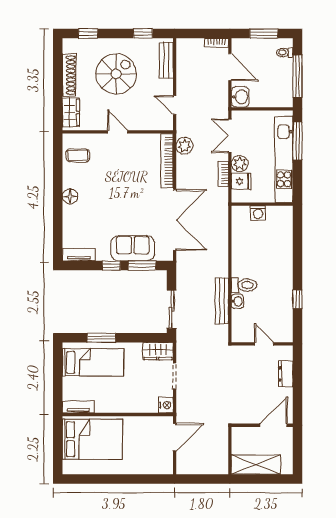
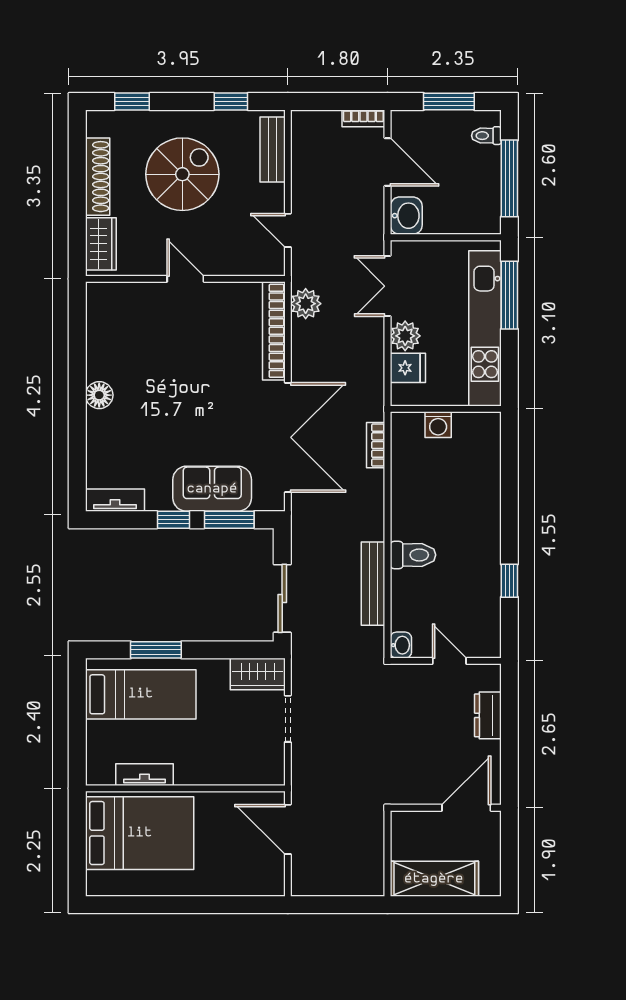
coffee table: (78, 155) -> (113, 321), removed
bookcase: (223, 174) -> (376, 445), moved
washbasin: (237, 301) -> (401, 645), moved
nightstand: (166, 405) -> (272, 771), removed
tv unit: (78, 407) -> (145, 775), moved
door: (175, 437) -> (288, 829), swing flipped

